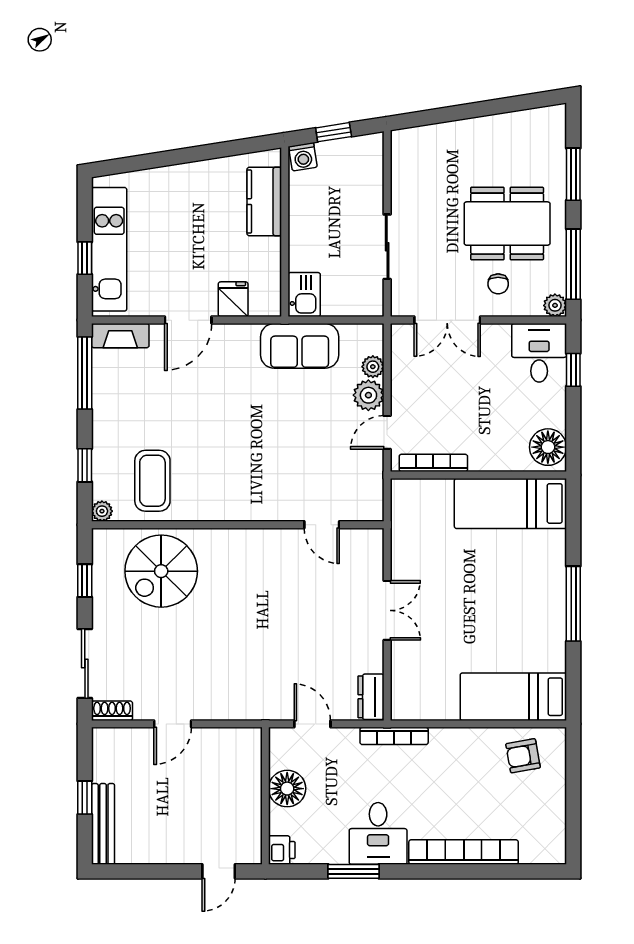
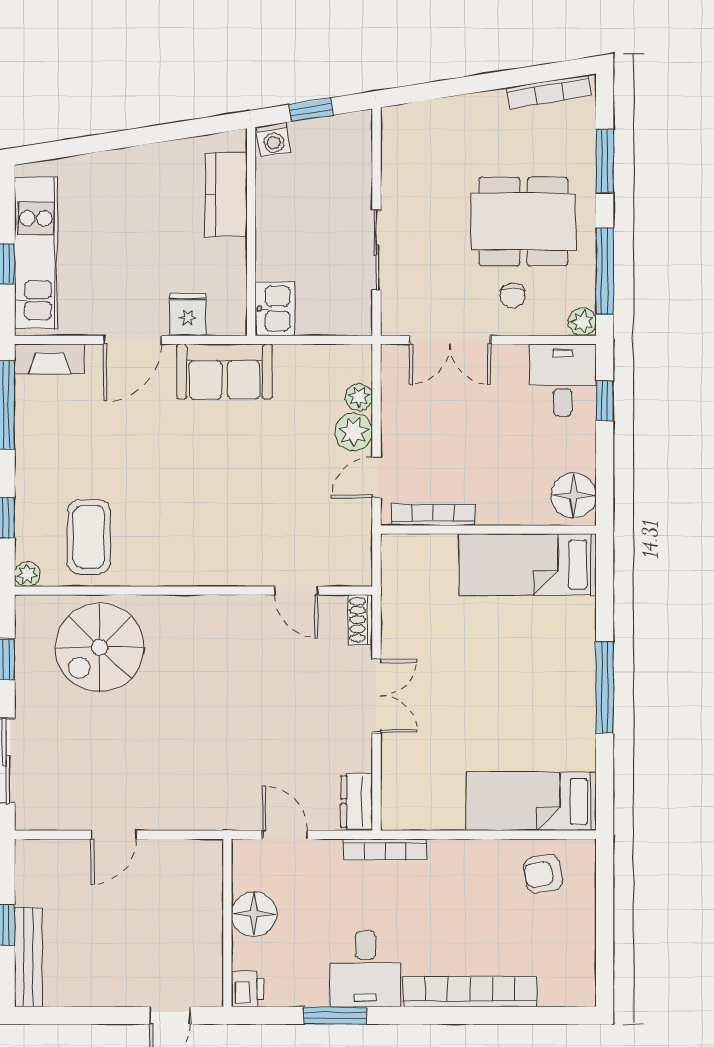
bookcase: (528, 117) -> (549, 92), added
sofa: (300, 346) -> (225, 371), moved
shoe rack: (112, 711) -> (360, 620), moved, turned -90

